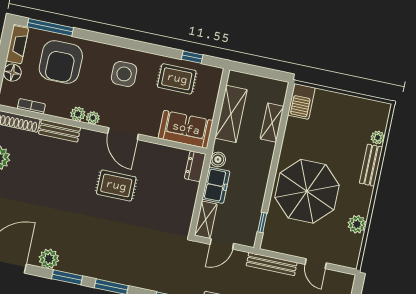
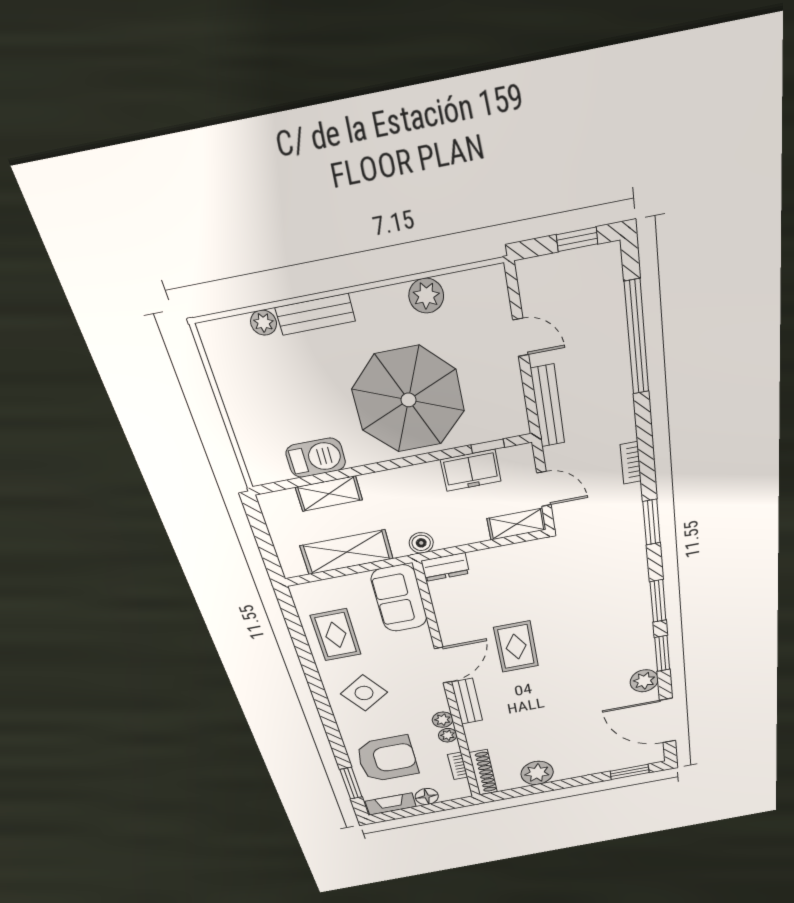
window: (50, 27) -> (351, 783), width x0.69
window: (192, 57) -> (296, 629), removed
side table: (124, 74) -> (364, 693), turned -34
barbecue: (301, 101) -> (316, 458), moved
plant: (93, 118) -> (448, 735), moved
bench: (60, 131) -> (467, 701), moved
freezer: (216, 185) -> (471, 470), moved, turned 180
door: (316, 264) -> (521, 337), hinge flipped

